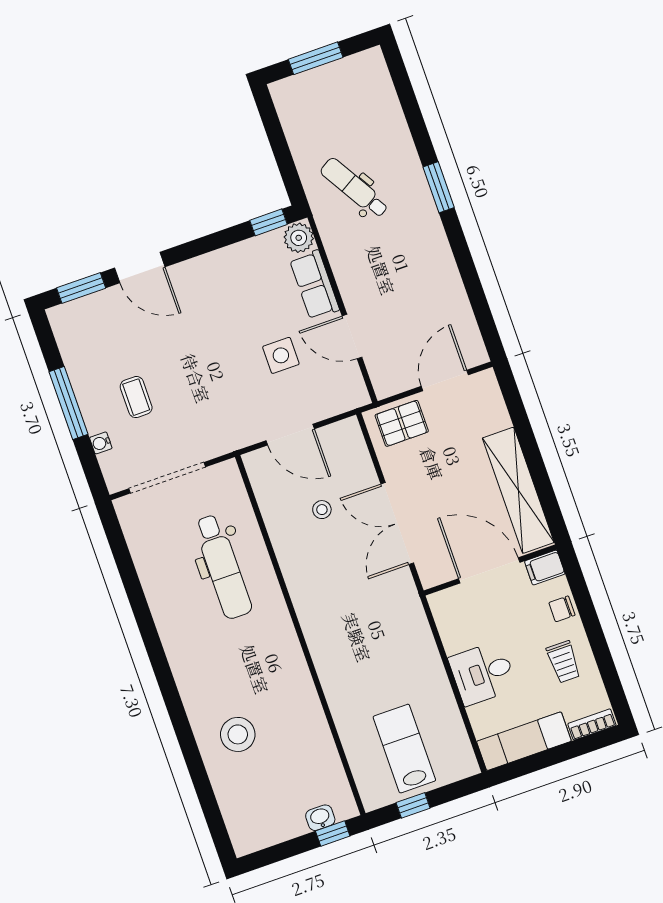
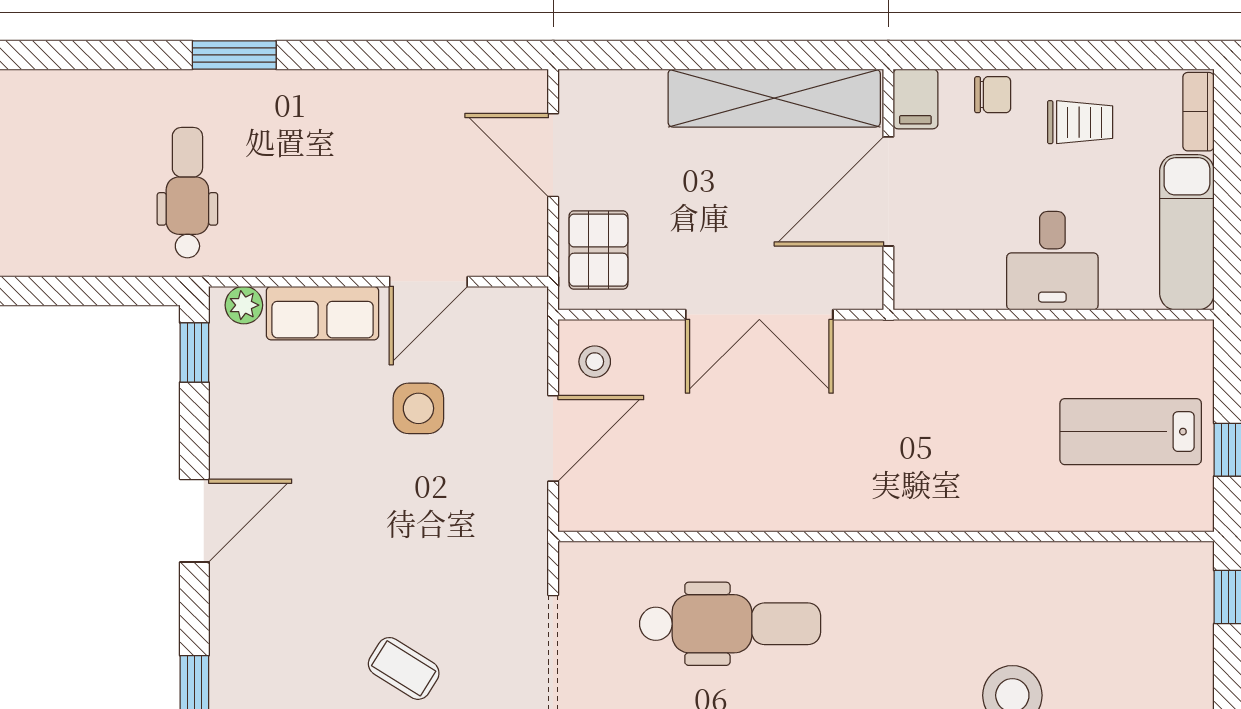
dental chair: (354, 188) -> (187, 193), turned 121
plant: (299, 238) -> (244, 305), width x0.73, depth x0.73
door: (140, 267) -> (194, 521), moved
coffee table: (136, 397) -> (404, 668), turned 32
stool: (322, 510) -> (595, 362), moved
chair: (562, 609) -> (993, 95), turned -90
washbasin: (320, 818) -> (1195, 608), removed

